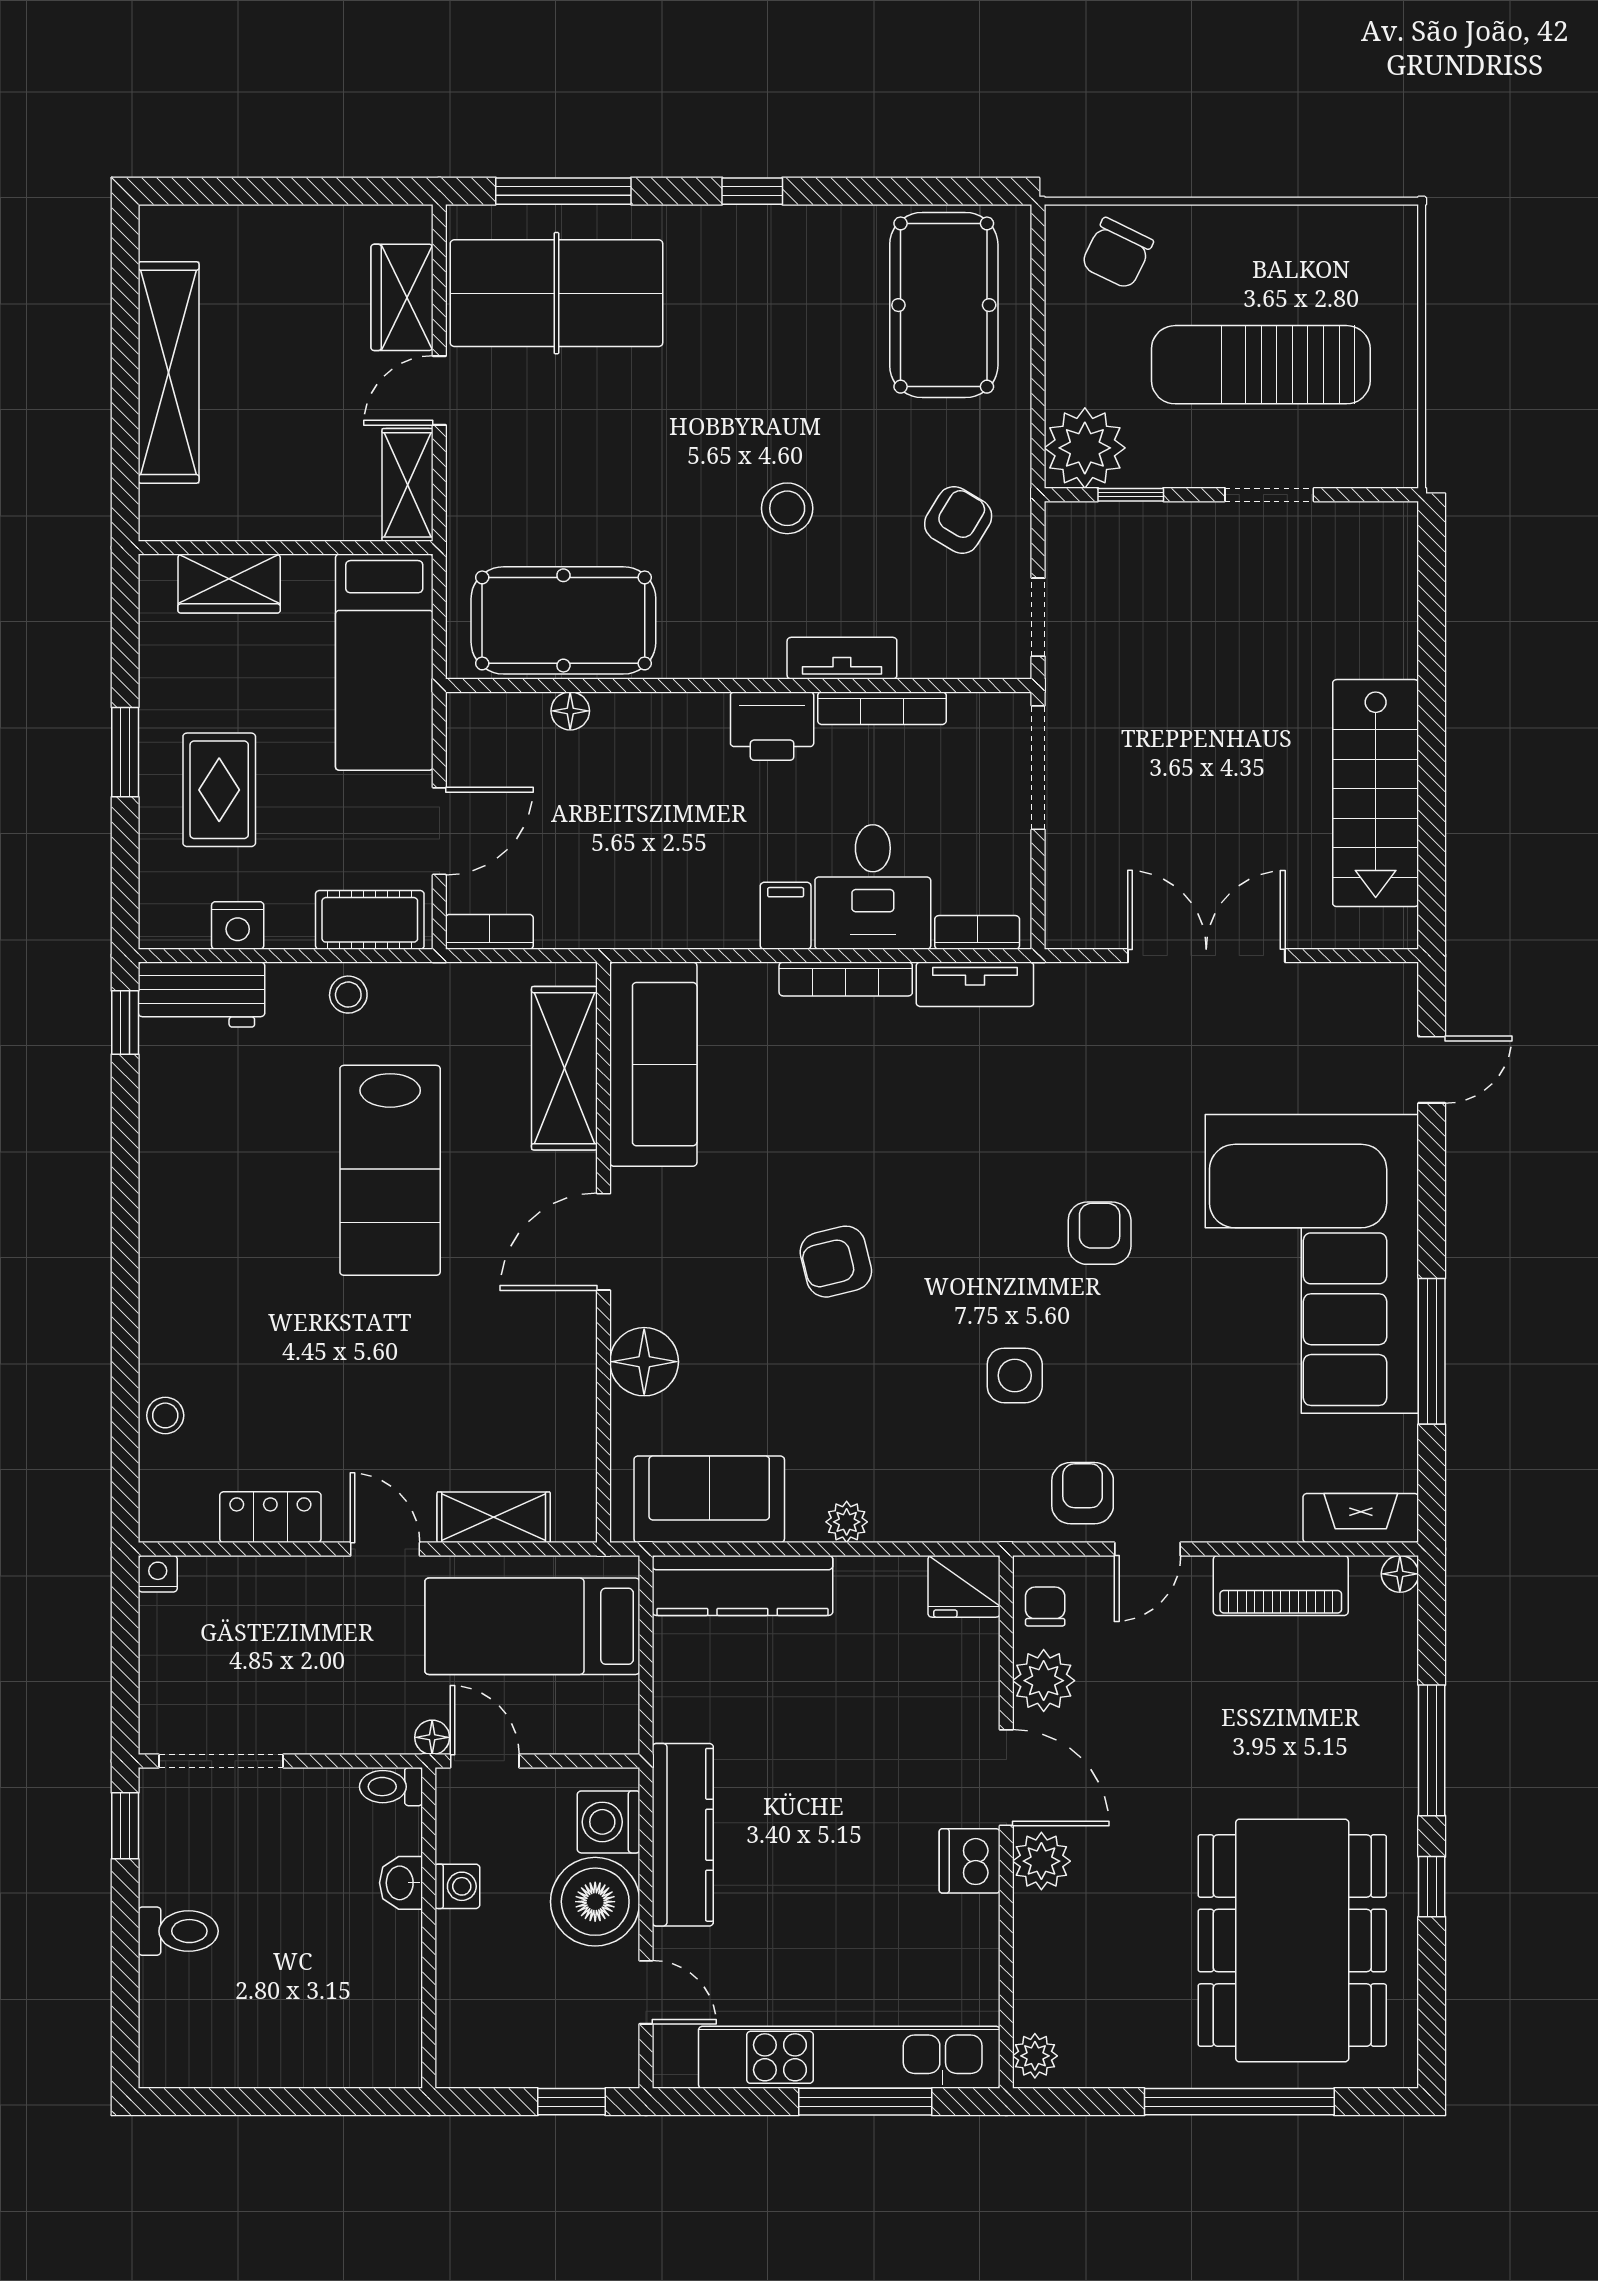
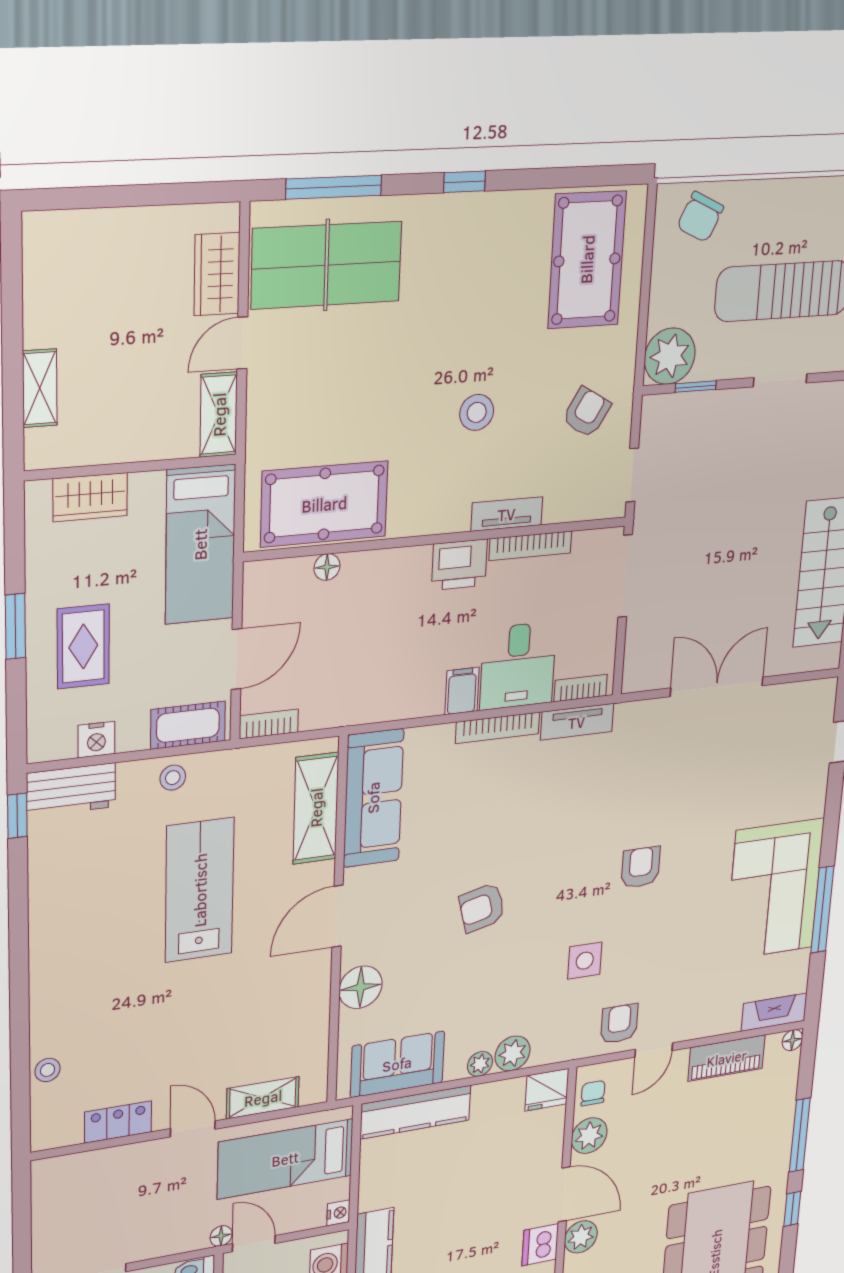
shelving: (169, 372) -> (40, 388), width x0.45, depth x0.75
lab bench: (390, 1170) -> (200, 890), turned 180
corner sofa: (1312, 1264) -> (774, 889), width x0.73, depth x0.74
plant: (901, 1513) -> (513, 1053), added
nightstand: (158, 1574) -> (338, 1213), moved, turned 90

